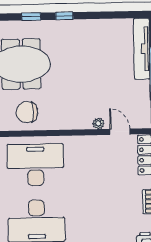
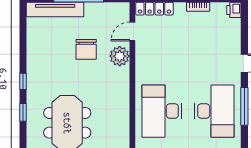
chair: (27, 112) -> (86, 49), moved
plant: (98, 124) -> (120, 56), width x1.88, depth x1.88

